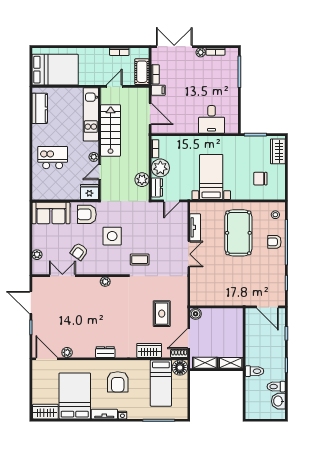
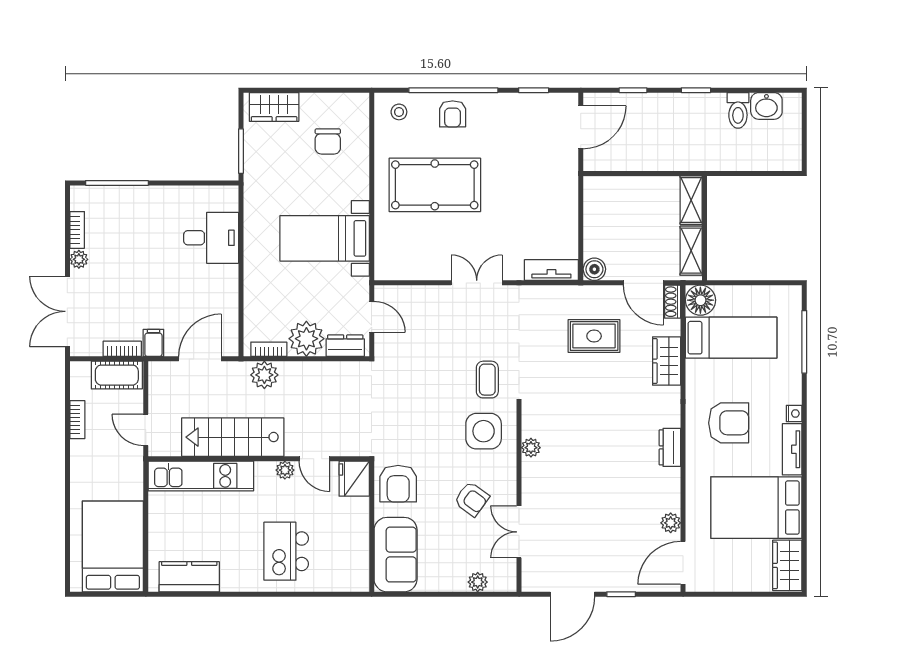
plant: (142, 180) -> (264, 375), moved
tv unit: (195, 227) -> (551, 270), moved
side table: (112, 236) -> (484, 431), moved
toilet: (254, 371) -> (708, 153), removed

